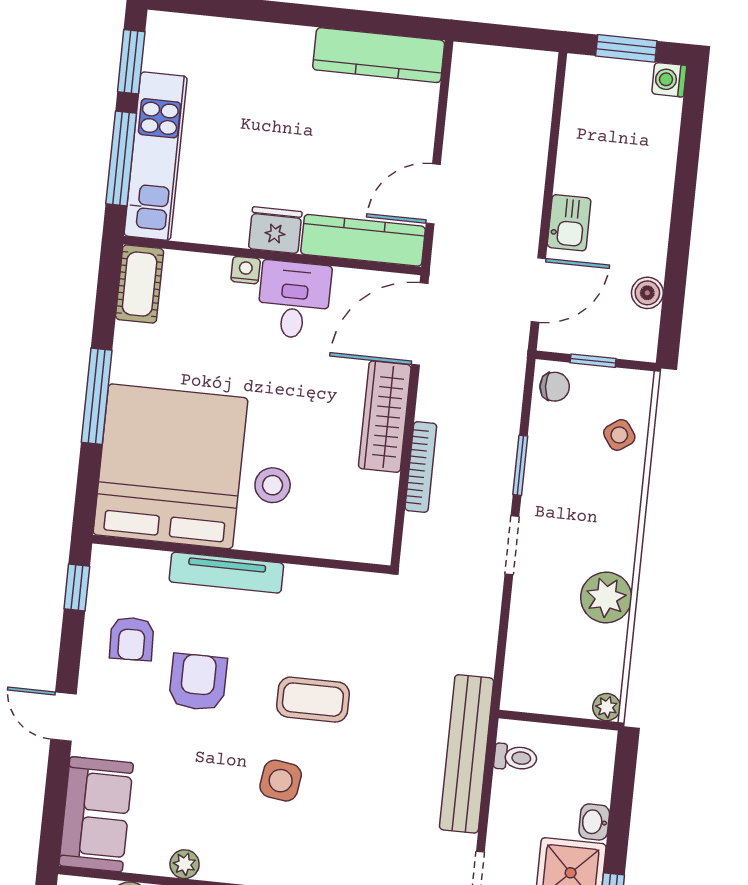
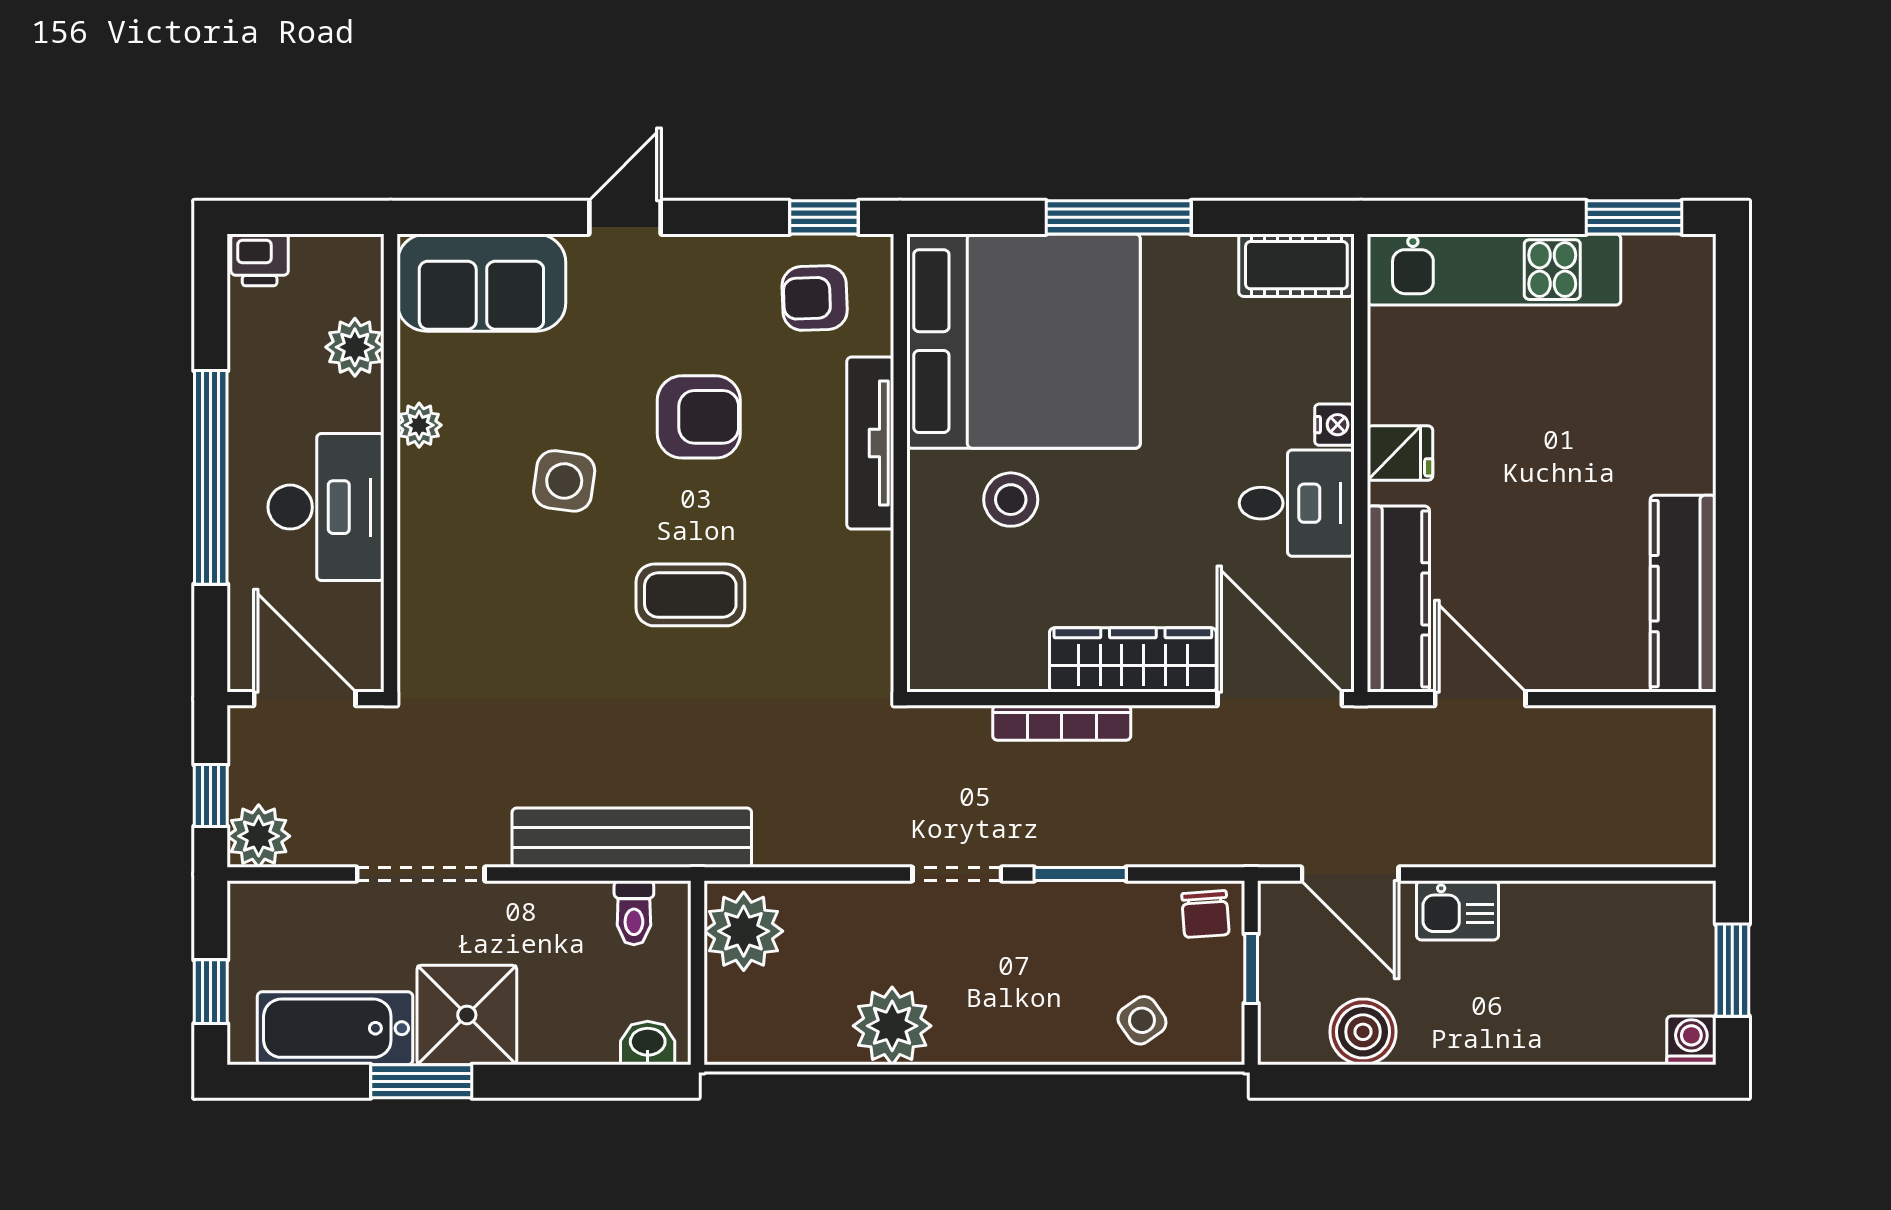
window: (121, 158) -> (1485, 217), removed
fridge: (275, 230) -> (1400, 453), width x0.72
boiler: (647, 293) -> (1363, 1032), width x1.36, depth x1.36
armchair: (132, 639) -> (815, 298), moved
coffee table: (313, 700) -> (690, 595), turned 90
plant: (607, 707) -> (744, 931), moved, width x1.87, depth x1.87
side table: (281, 781) -> (564, 481), moved
washbasin: (594, 822) -> (648, 1043), moved

